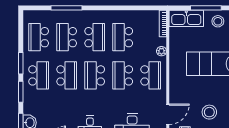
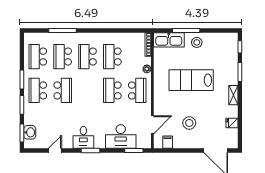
school desk: (95, 37) -> (88, 57), turned 180
school desk: (39, 75) -> (38, 90), turned 180
school desk: (95, 75) -> (88, 90), removed

